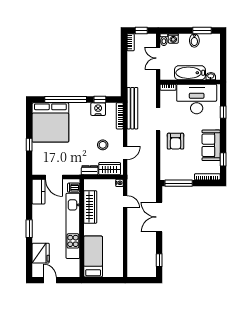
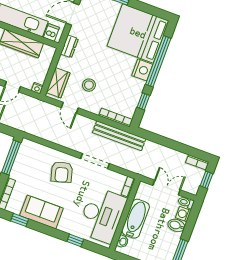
bidet: (194, 40) -> (176, 225), moved
nightstand: (98, 109) -> (142, 70), moved
armchair: (175, 141) -> (62, 172), turned -106
dresser: (90, 170) -> (69, 46), moved

